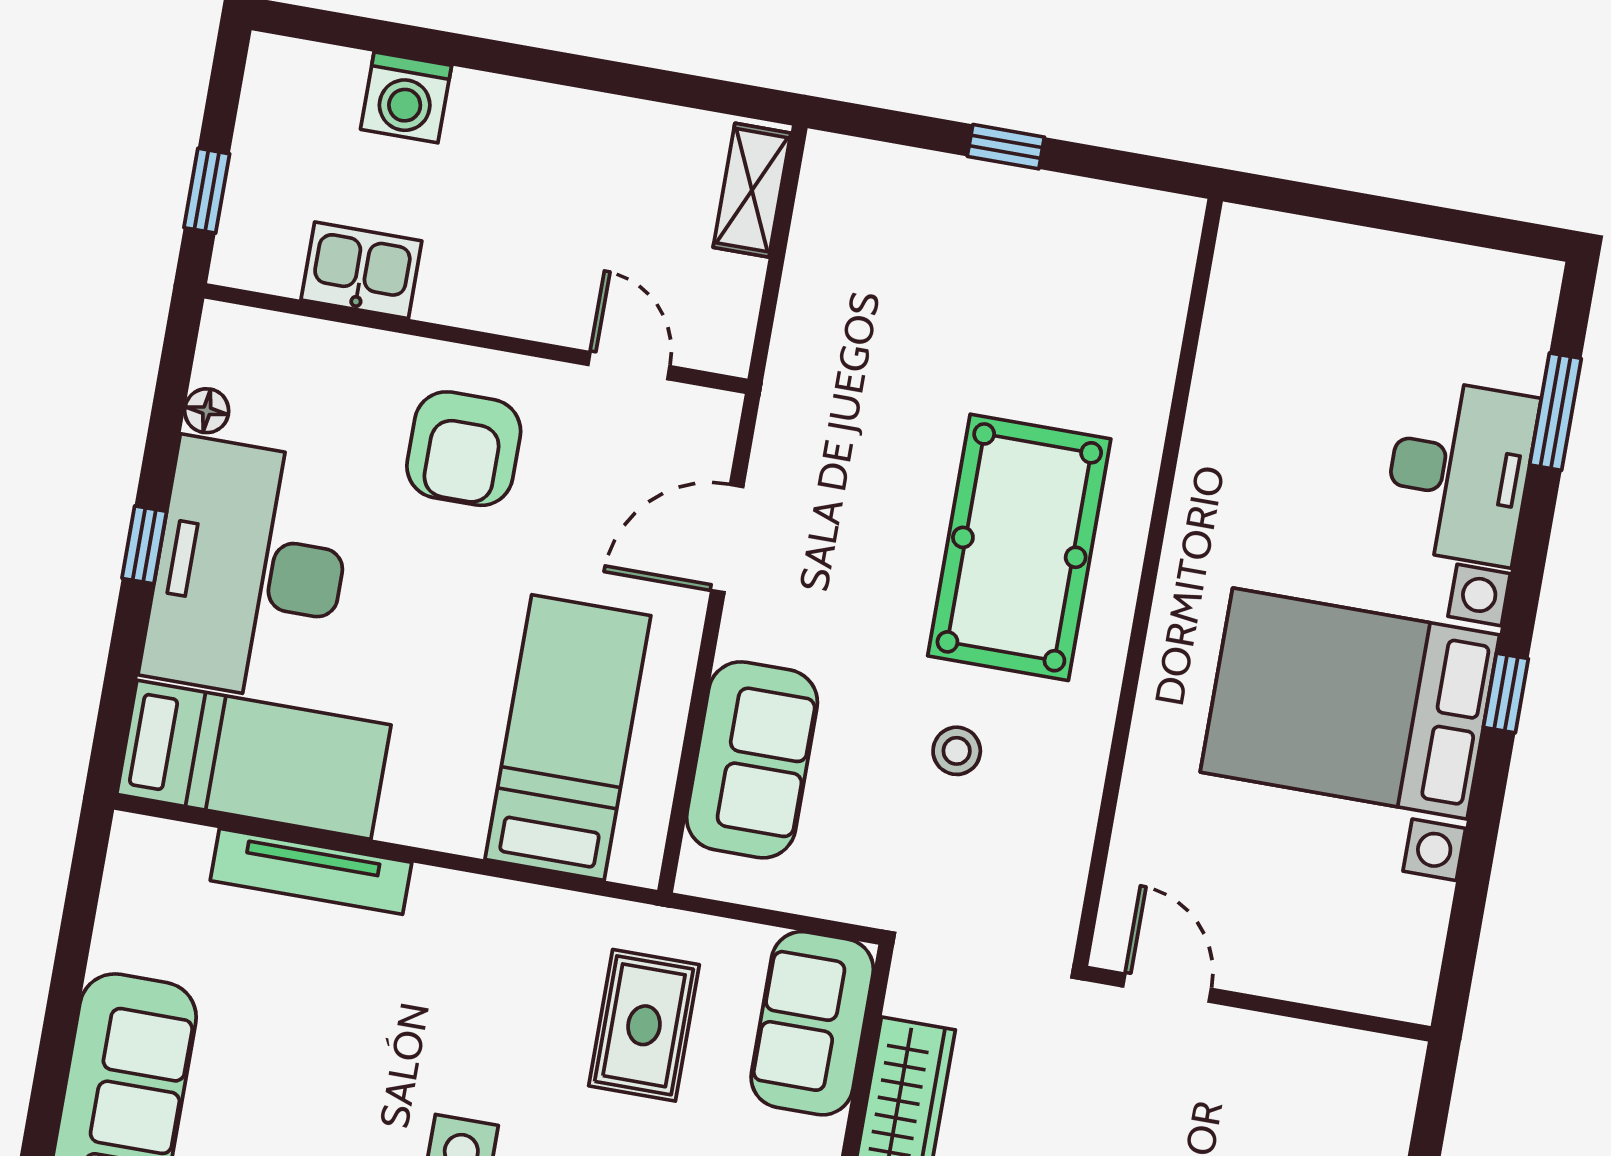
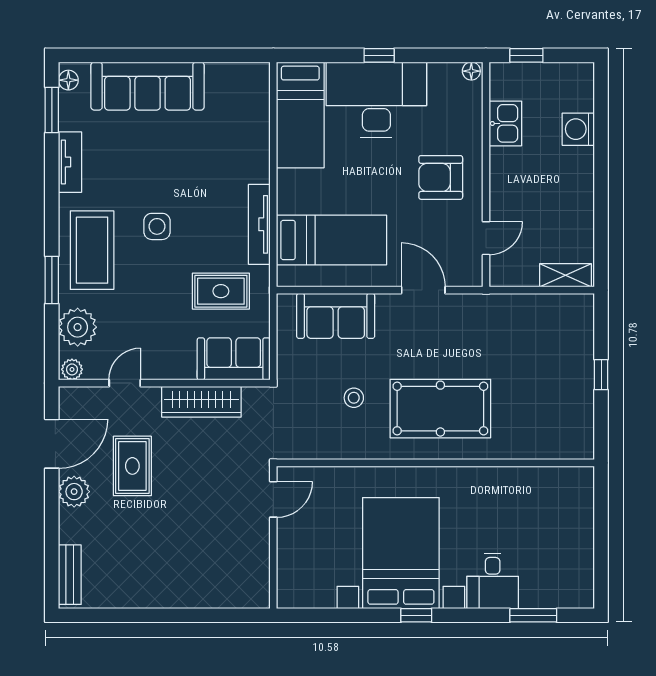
floor lamp: (207, 411) -> (471, 71), moved
desk: (1460, 472) -> (493, 581), width x0.73
tv unit: (311, 871) -> (259, 224), moved

